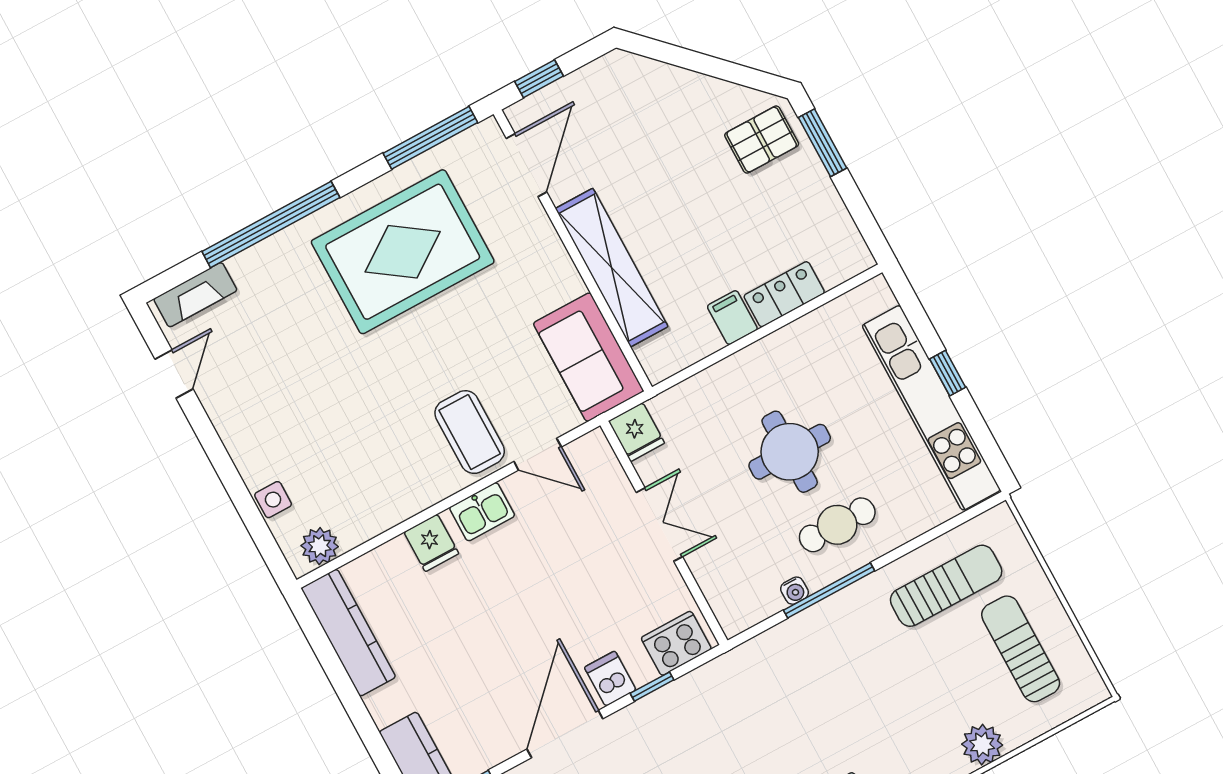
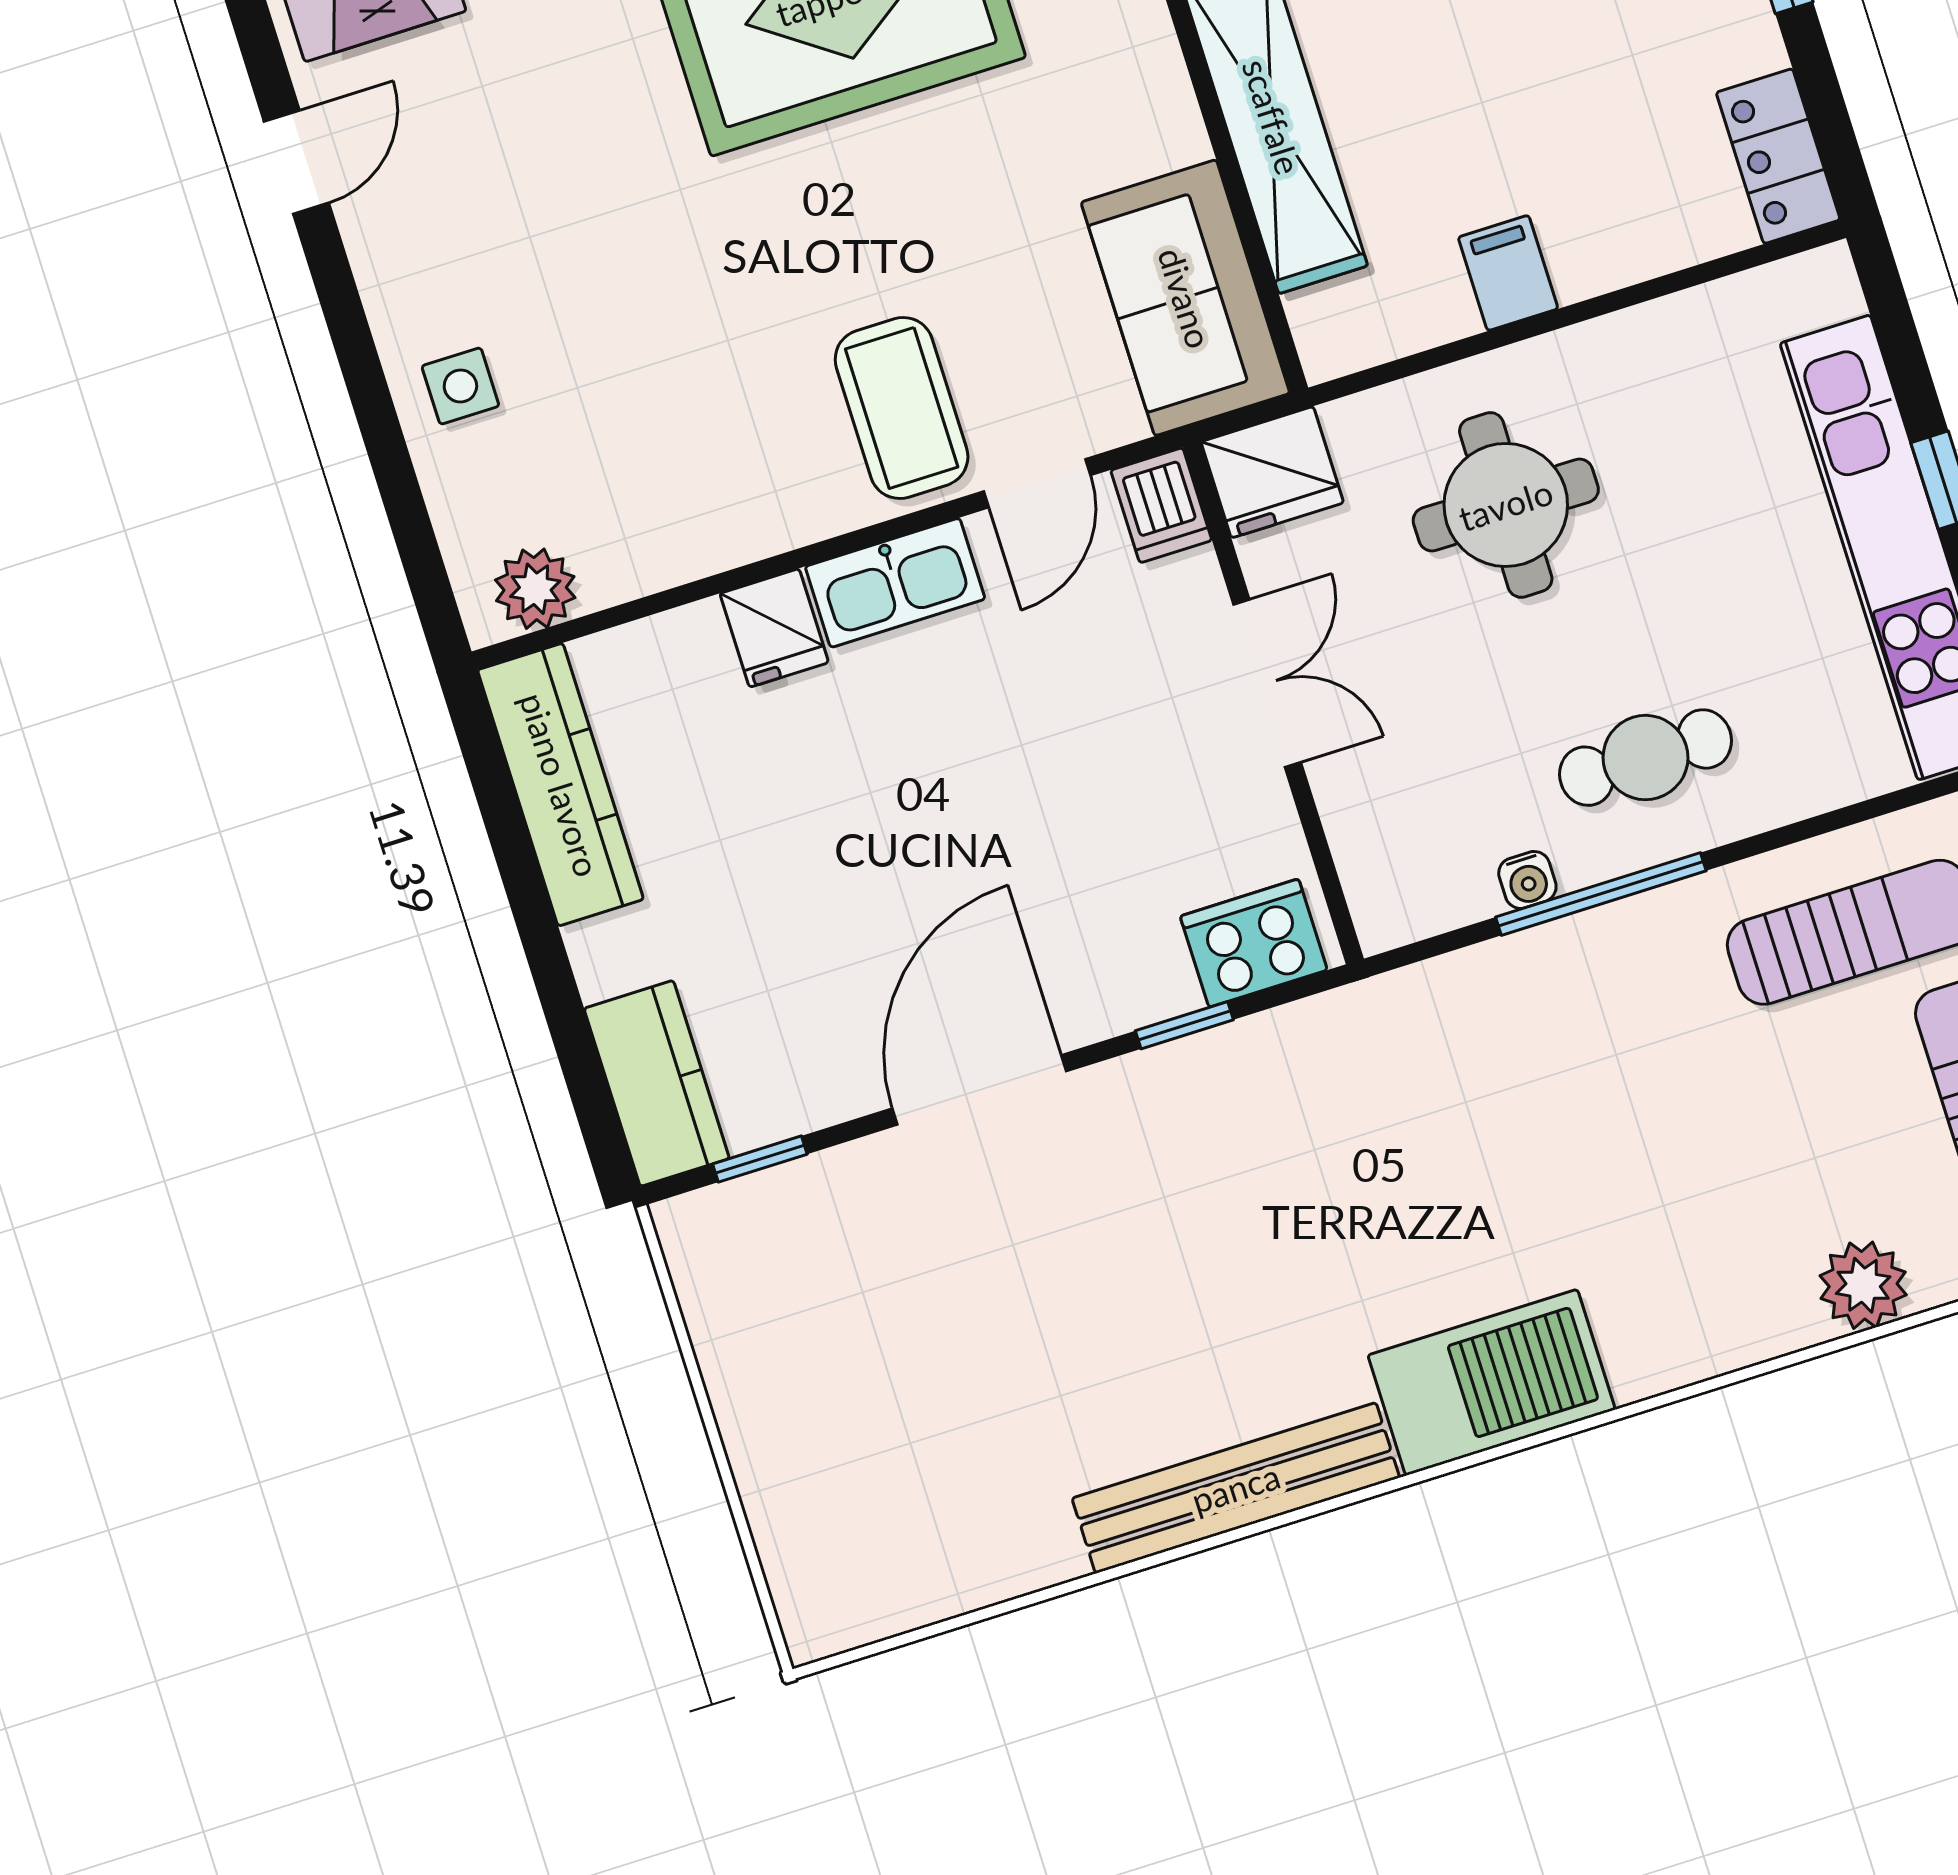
locker: (784, 294) -> (1778, 156), moved, turned -90
fridge: (636, 432) -> (1272, 472), width x1.38
round table: (790, 452) -> (1506, 505), moved
door: (538, 454) -> (1037, 483), hinge flipped
side table: (273, 500) -> (460, 386), moved
kitchen sink: (482, 512) -> (895, 583), width x1.38
dishwasher: (610, 679) -> (1161, 505), moved, turned 180

